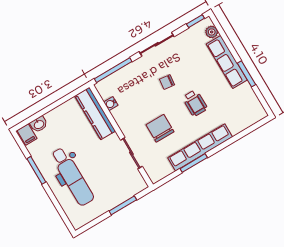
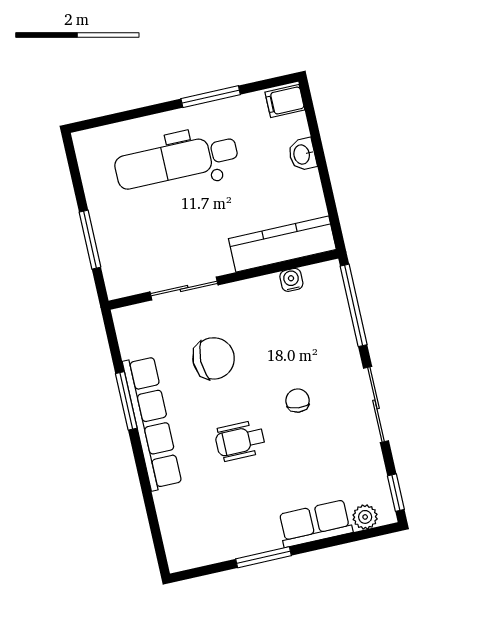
row of seats: (227, 62) -> (315, 524), width x0.68
washbasin: (39, 124) -> (302, 154), moved

